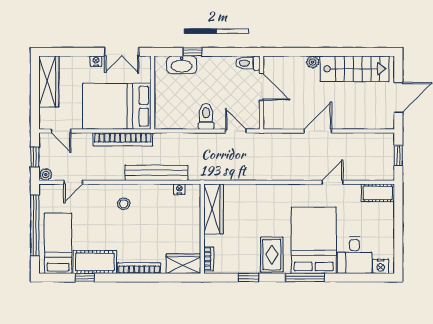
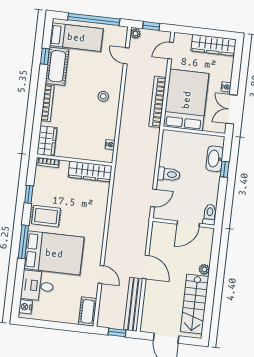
bench: (156, 173) -> (133, 304), moved

